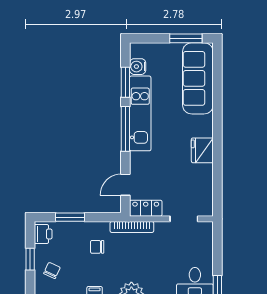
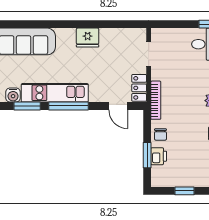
printer: (43, 234) -> (159, 156), moved, turned 90
chair: (97, 247) -> (160, 135), moved
chair: (52, 270) -> (194, 171), removed

